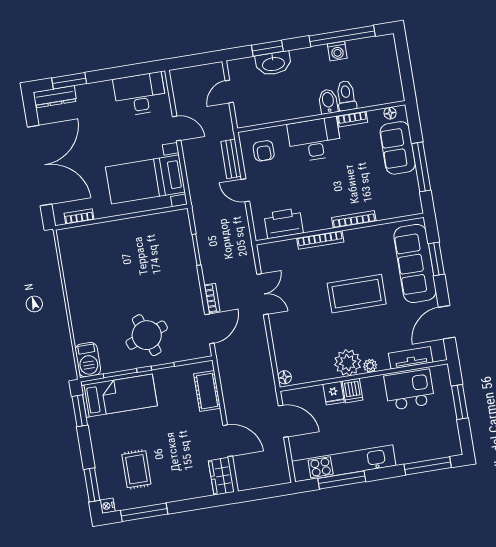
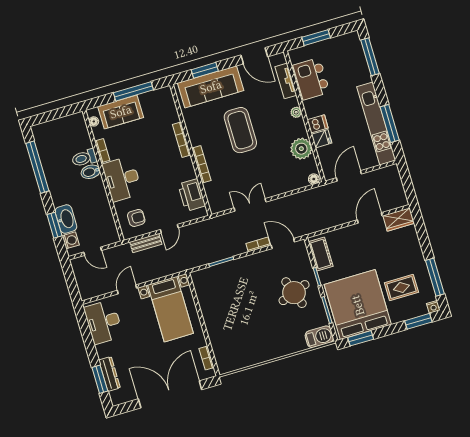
washing machine: (337, 51) -> (71, 240), moved
dresser: (55, 97) -> (110, 374), moved
plant: (348, 363) -> (301, 149), moved
cot: (207, 391) -> (321, 254), moved, turned 90
bed: (119, 396) -> (358, 305), width x2.04

